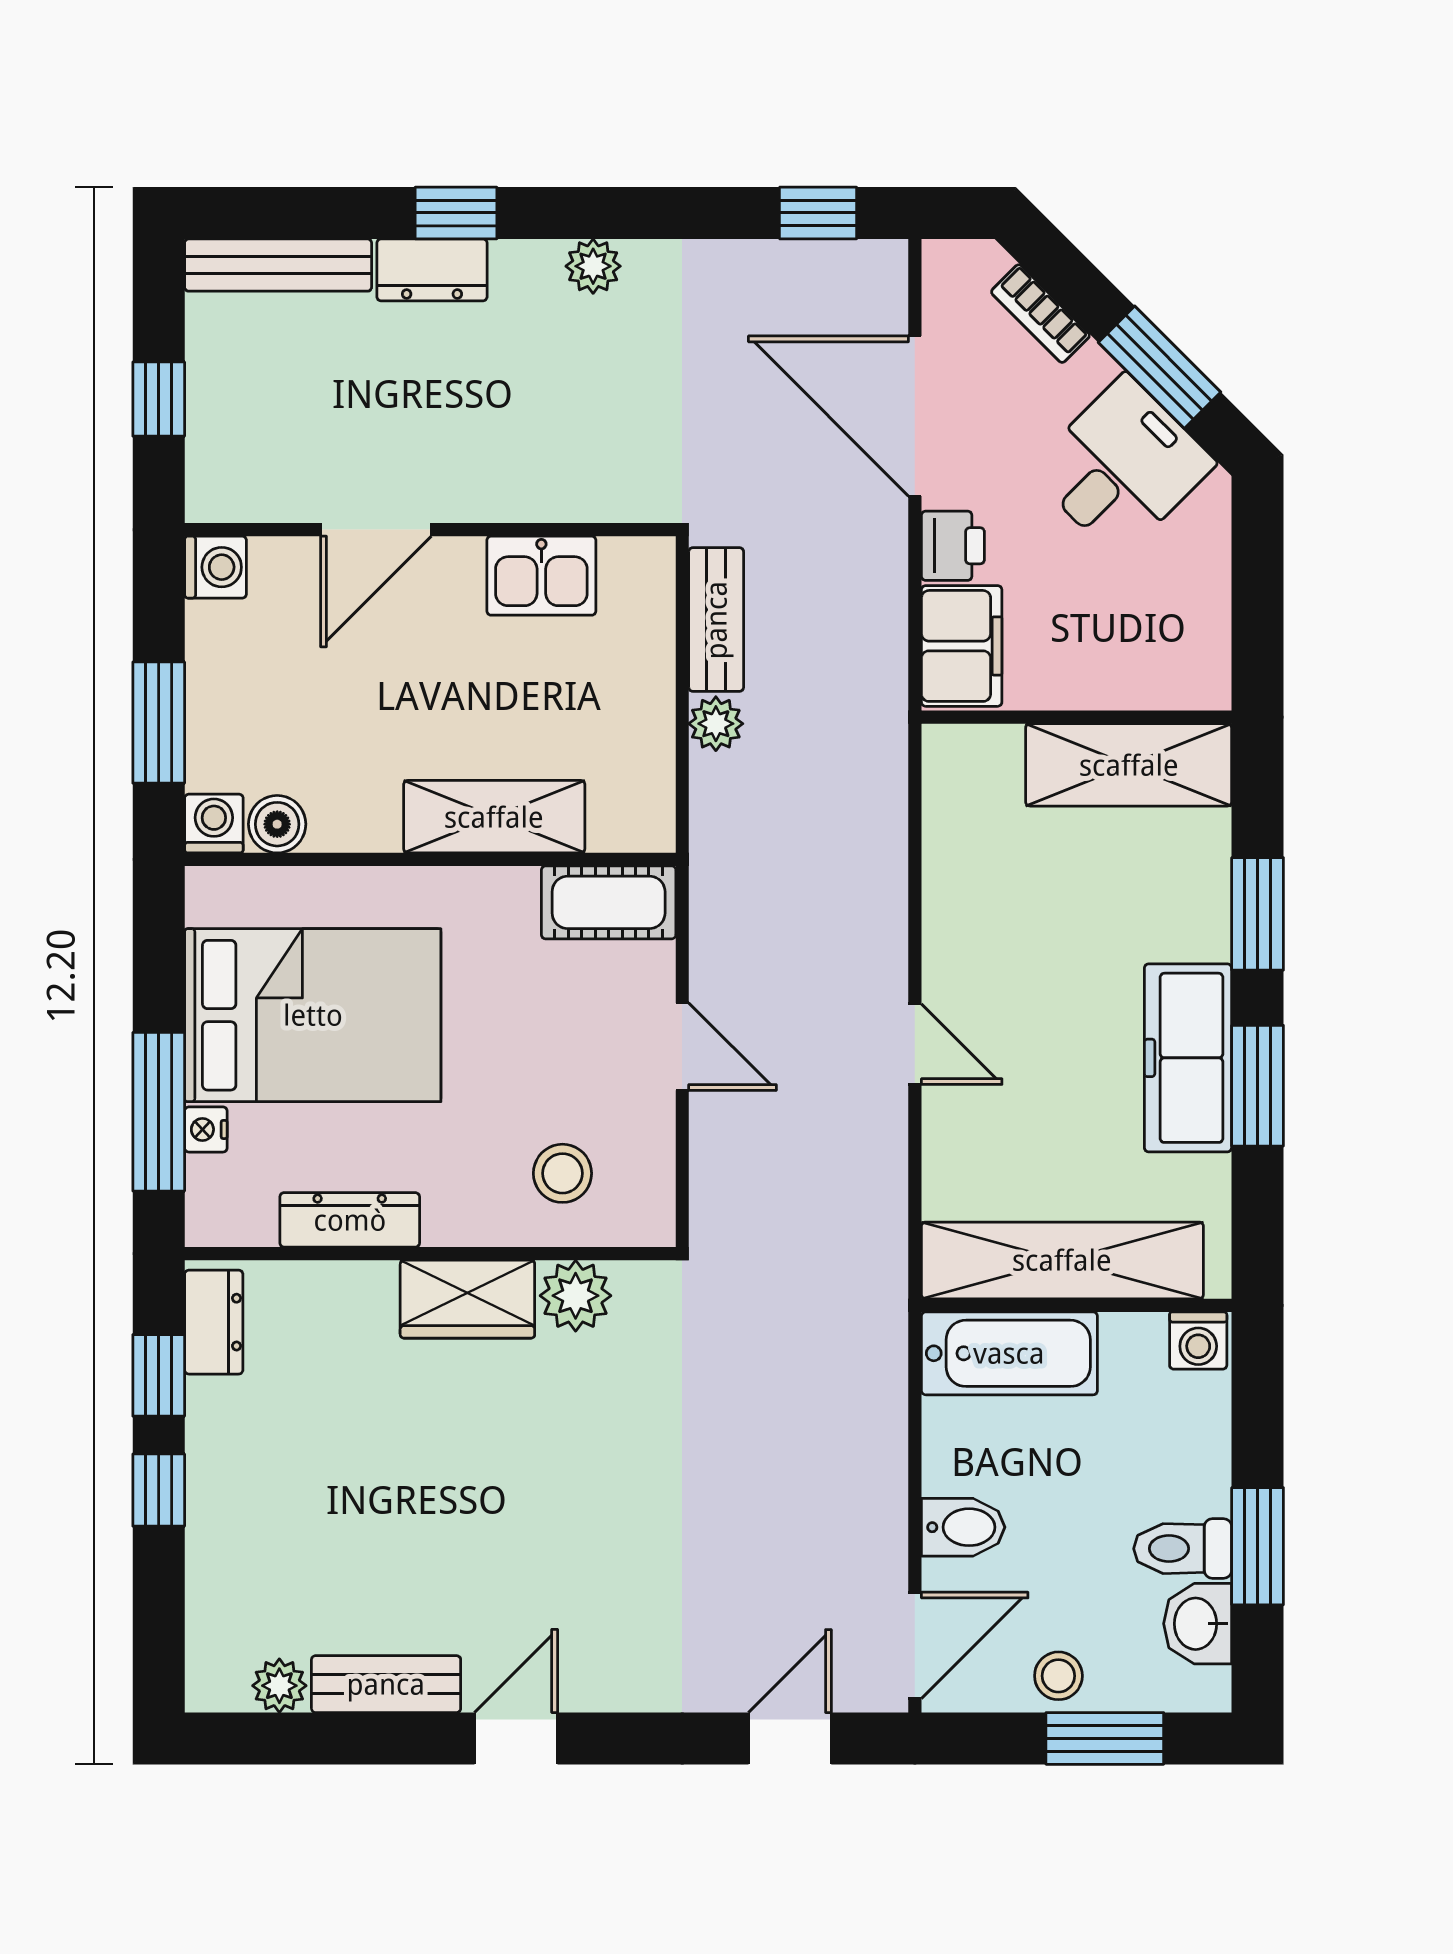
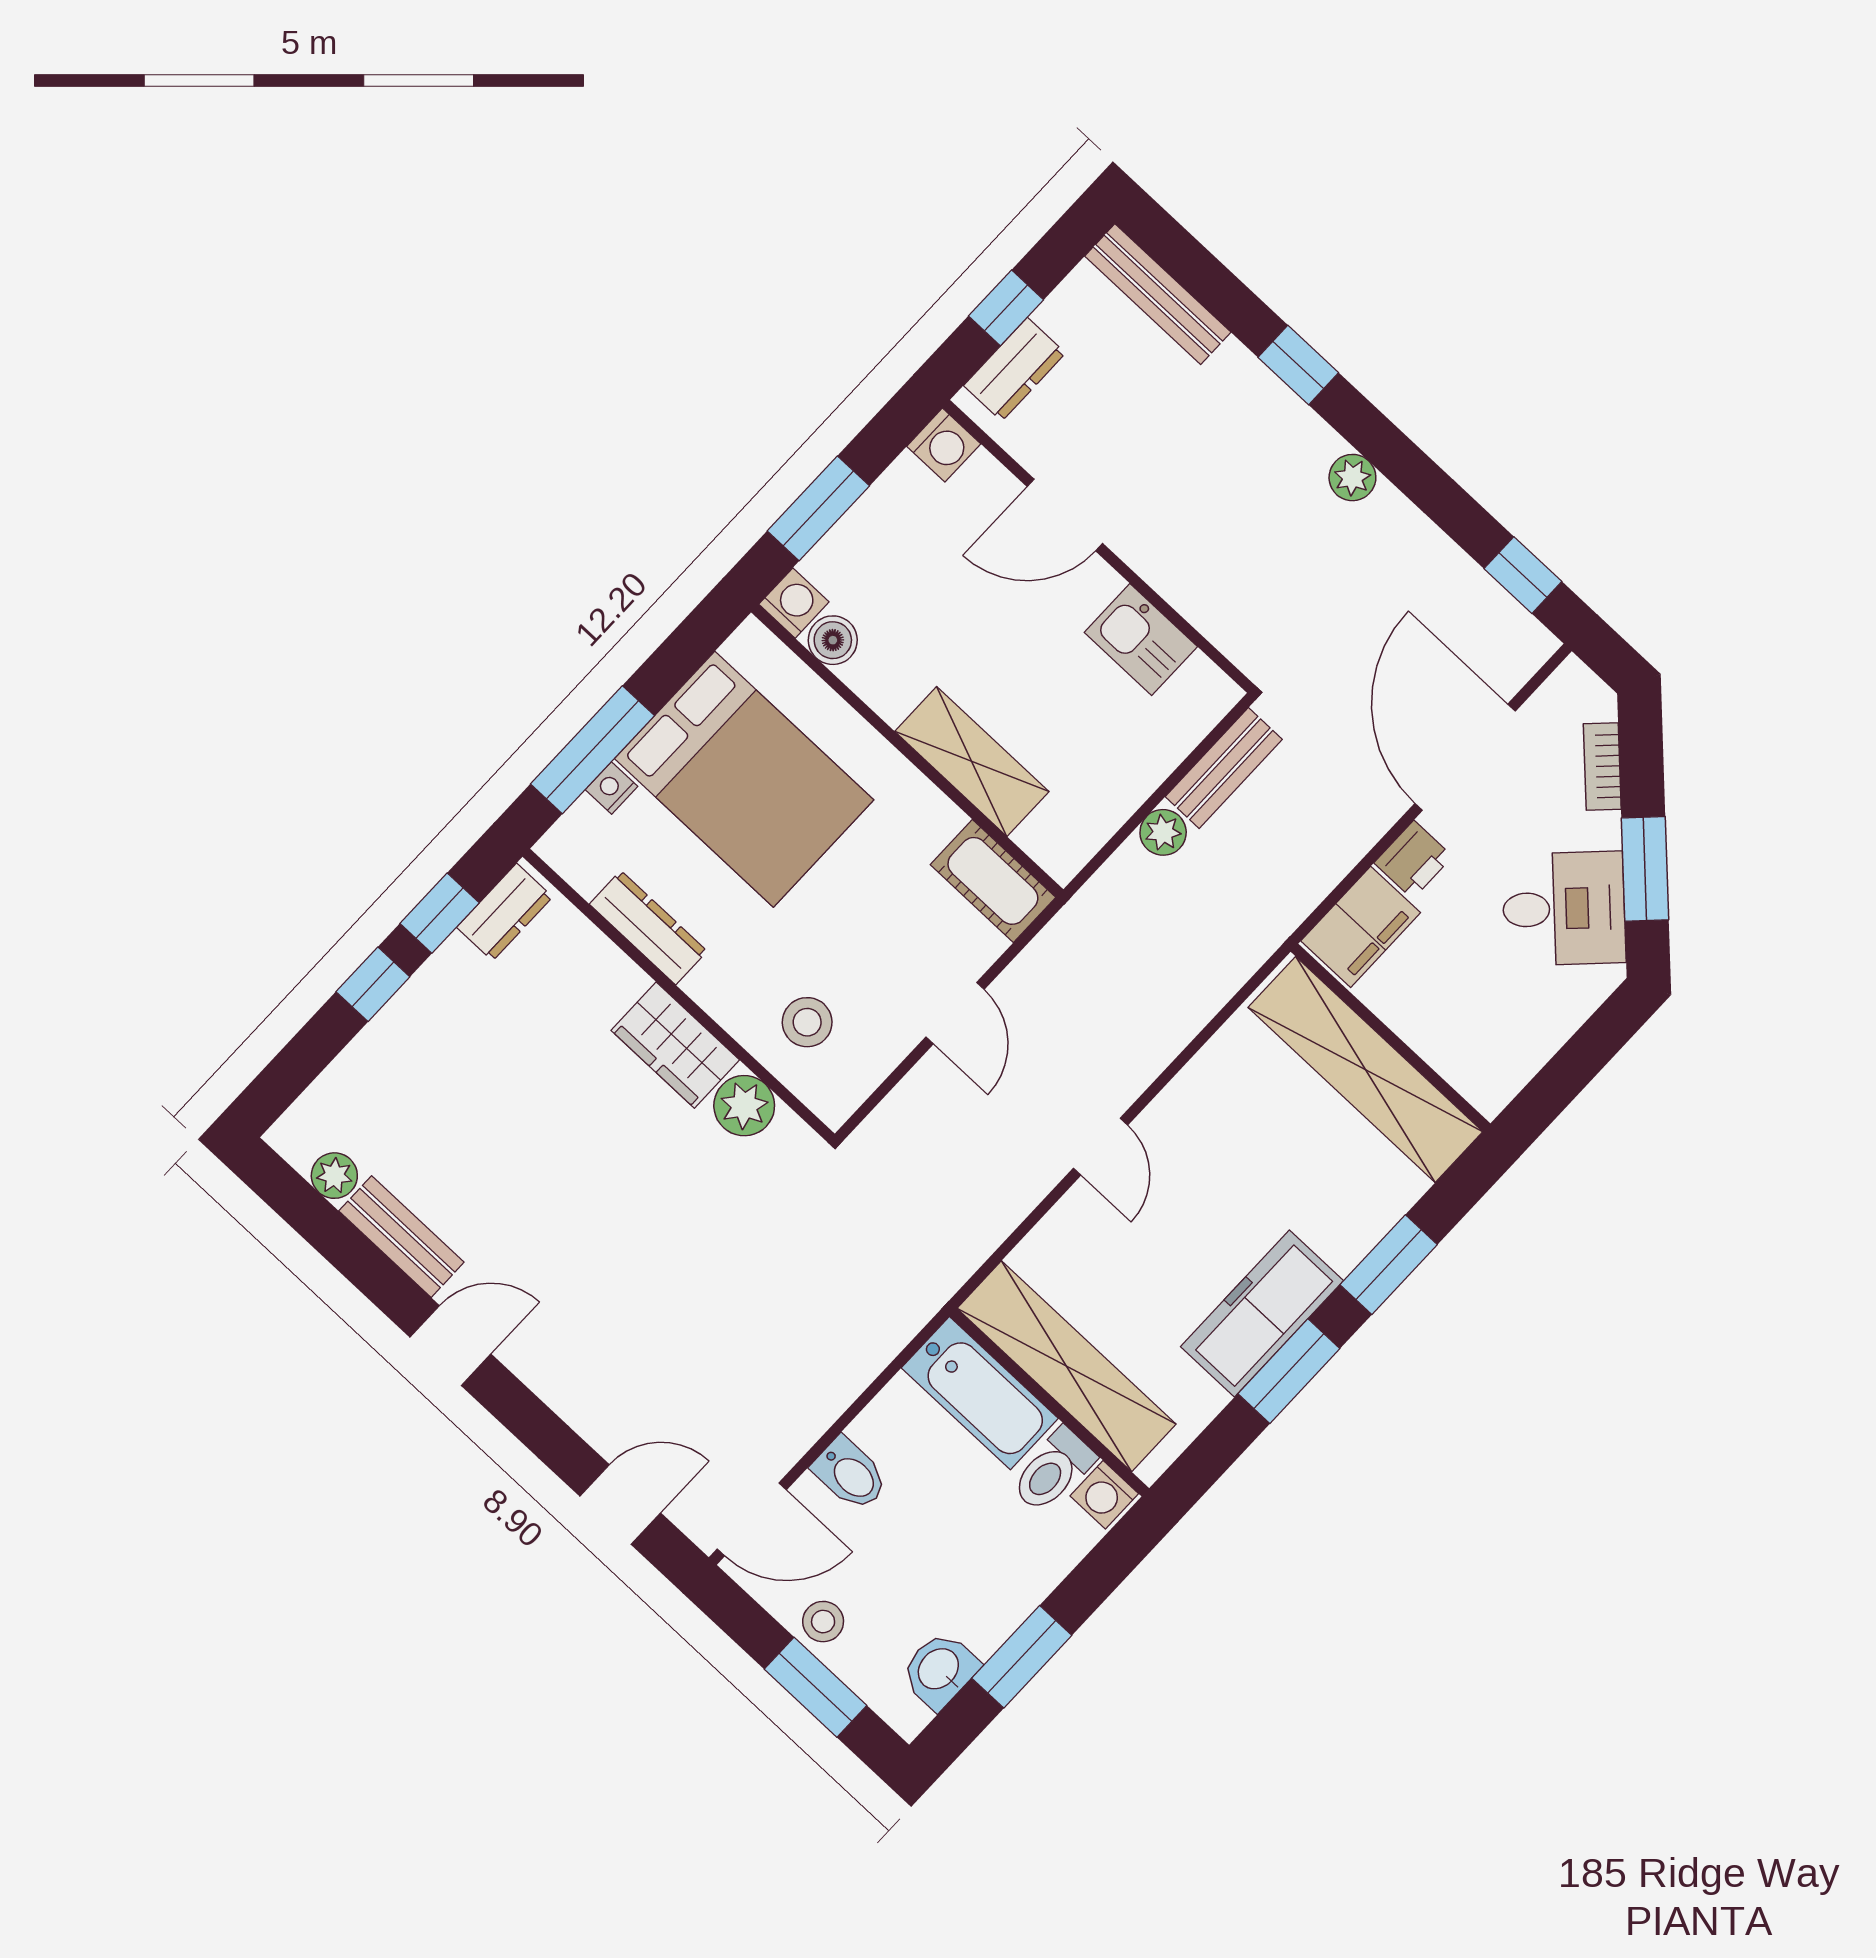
dresser: (432, 270) -> (1015, 369), moved, turned -90
shelving: (1129, 765) -> (1365, 1070), width x1.47
toilet: (1183, 1549) -> (1053, 1470), moved, turned -90

